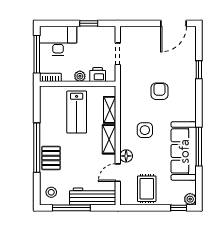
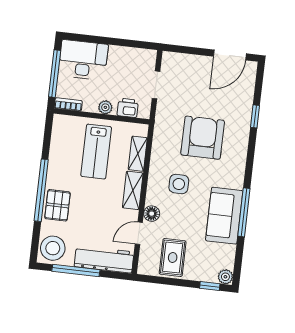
window: (89, 23) -> (124, 43), removed
armchair: (159, 91) -> (203, 138), width x1.88, depth x1.88
sofa: (184, 151) -> (224, 216), width x0.73
stool: (51, 192) -> (53, 248), width x1.89, depth x1.89

